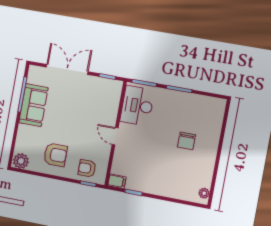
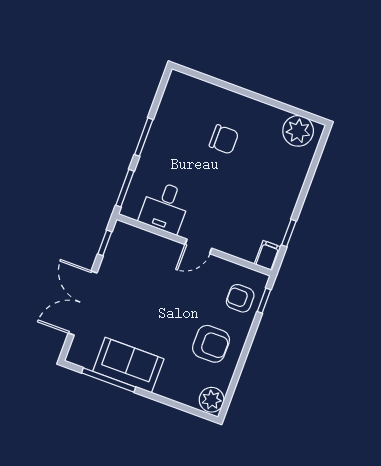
desk: (137, 106) -> (165, 207), width x0.73
armchair: (55, 155) -> (211, 344), turned 90
armchair: (87, 168) -> (240, 298), turned 90
plant: (204, 193) -> (298, 131), width x1.87, depth x1.87

